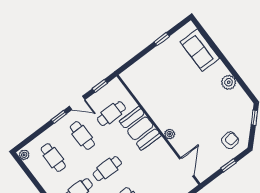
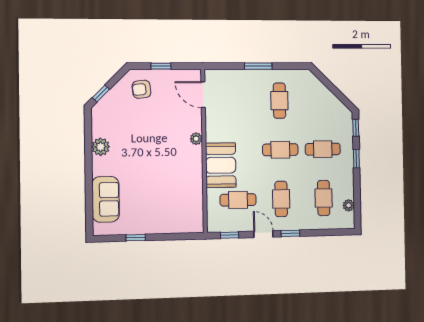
plant: (24, 155) -> (349, 205), moved
door: (187, 167) -> (203, 95), hinge flipped

